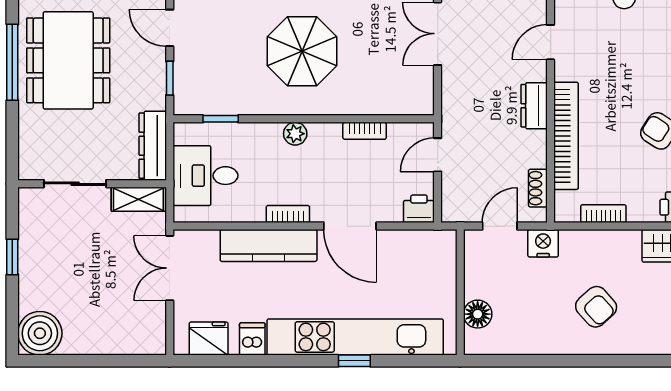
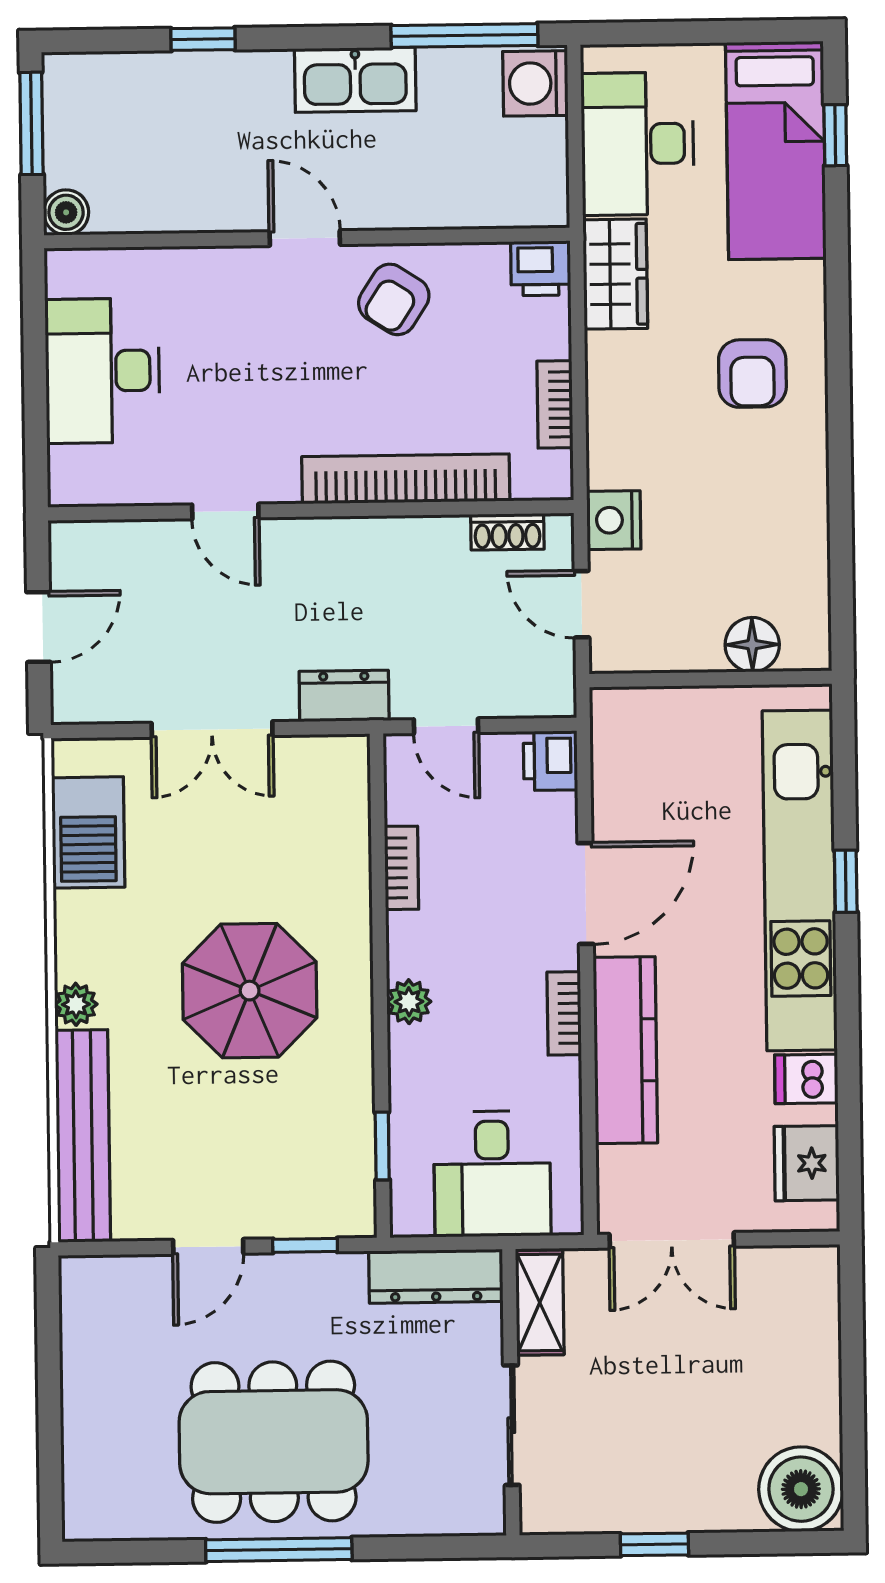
dresser: (534, 106) -> (344, 696), moved, turned 180
armchair: (596, 307) -> (752, 373), moved, turned 132

